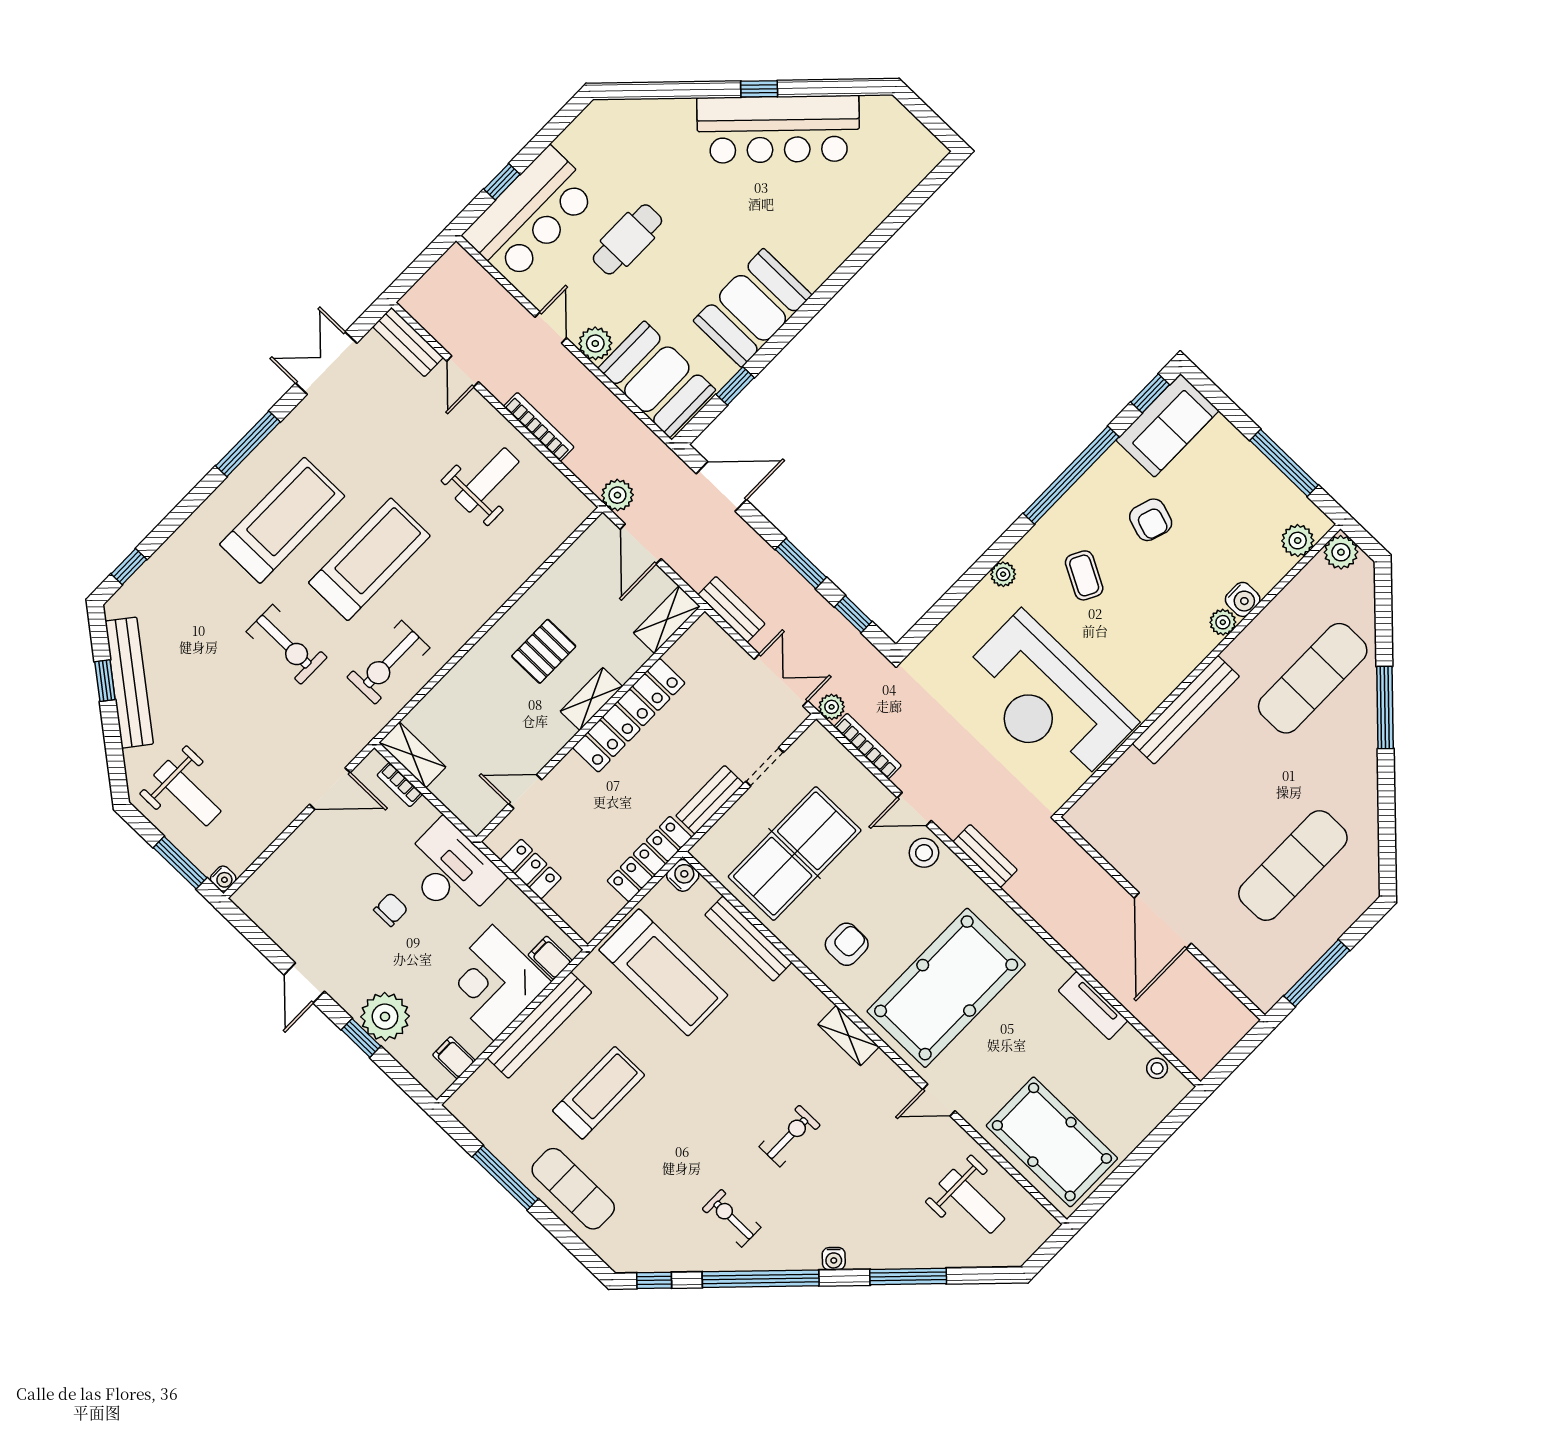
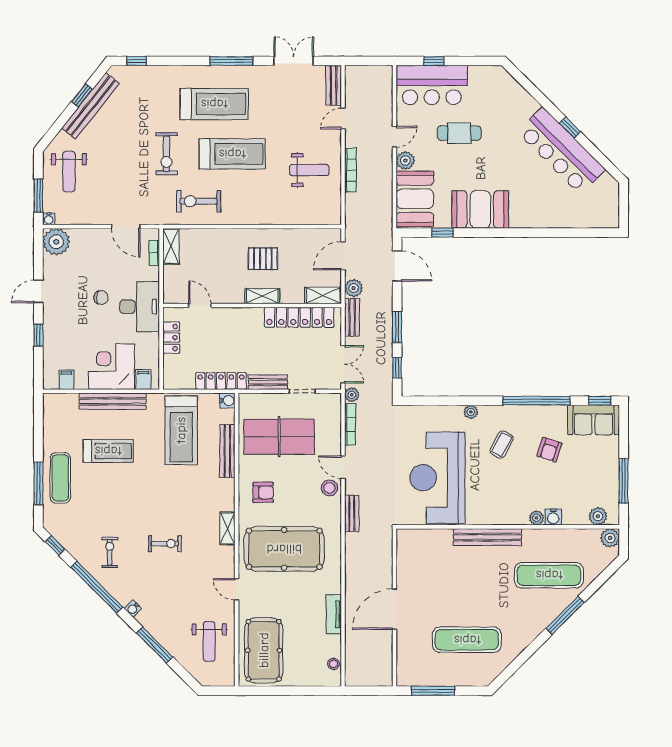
plant: (617, 495) -> (354, 288), moved
locker: (629, 715) -> (299, 317), moved
plant: (385, 1017) -> (56, 242), moved
window: (505, 1178) -> (38, 483), moved

